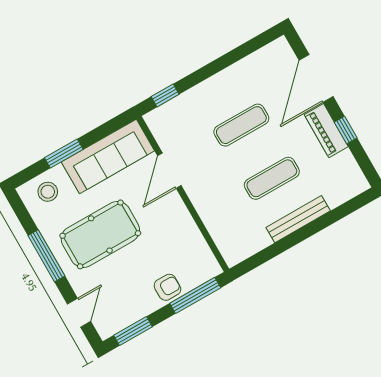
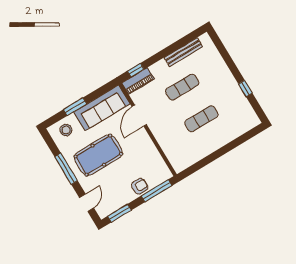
door: (316, 78) -> (227, 58), removed
piano: (326, 131) -> (138, 81), moved, turned -90
bench: (298, 219) -> (183, 52), moved

